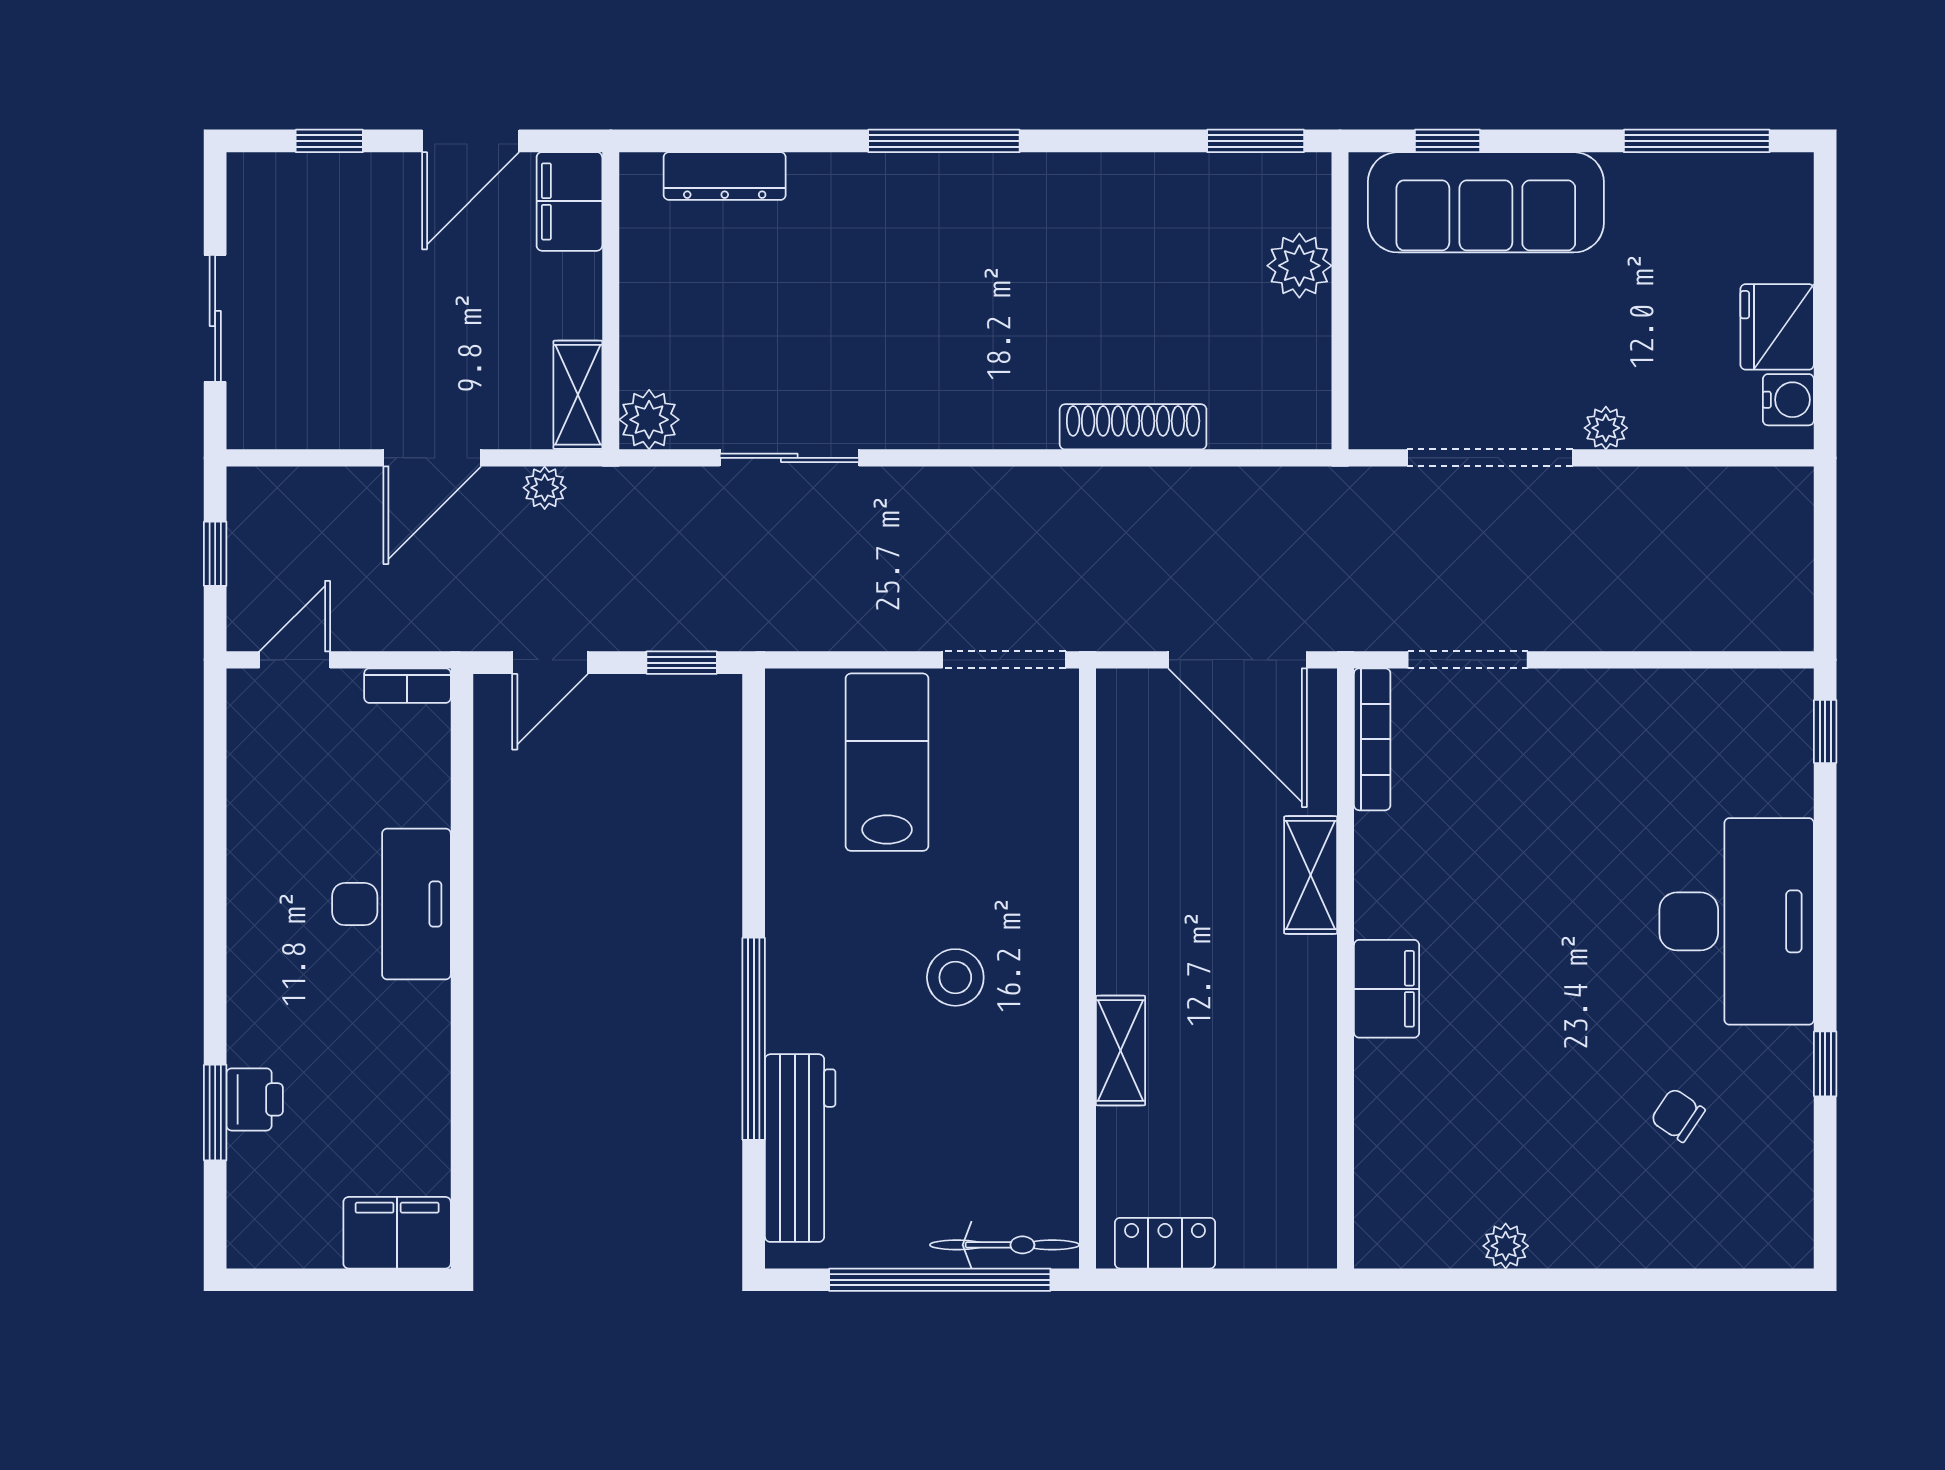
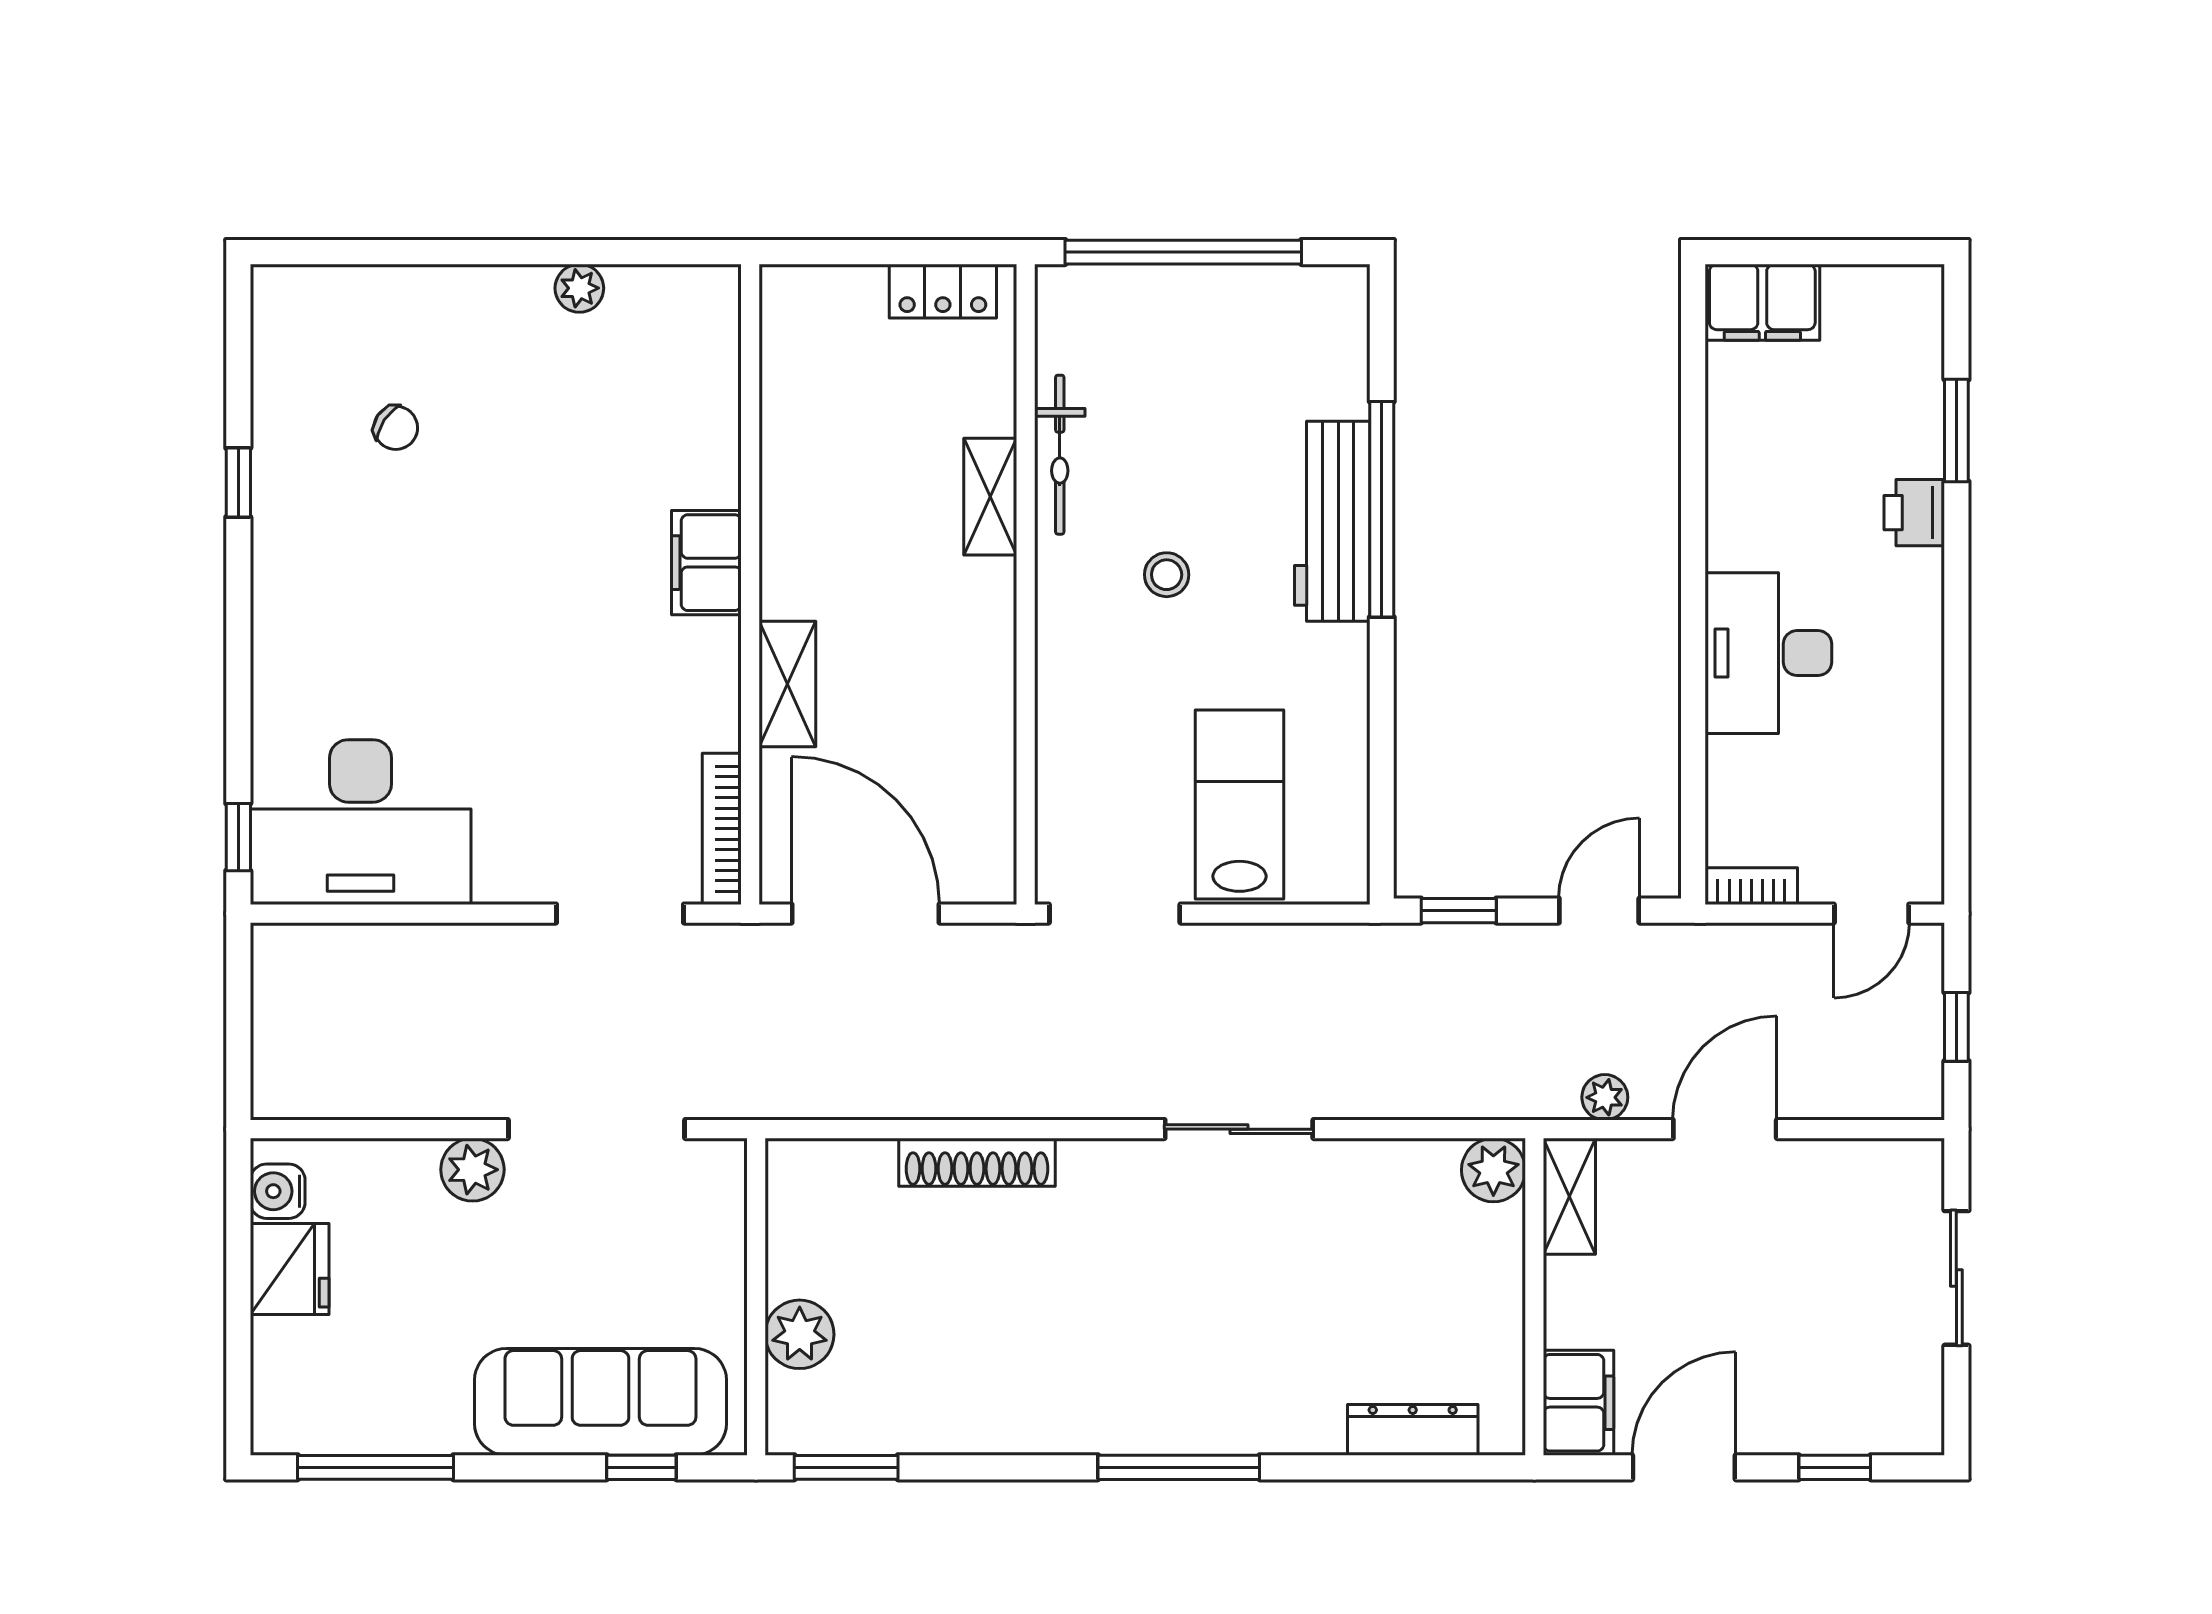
plant: (1606, 428) -> (472, 1170), width x1.38, depth x1.38
sliding door: (789, 458) -> (1239, 1129), moved
lab bench: (887, 762) -> (1240, 804), turned 180
desk: (1737, 921) -> (361, 822), moved, turned -90
stool: (955, 977) -> (1167, 575), width x0.73, depth x0.73
printer: (255, 1099) -> (1914, 513), moved
workbench: (800, 1148) -> (1332, 521), moved
bicycle: (1004, 1245) -> (1060, 455), moved, turned -90

